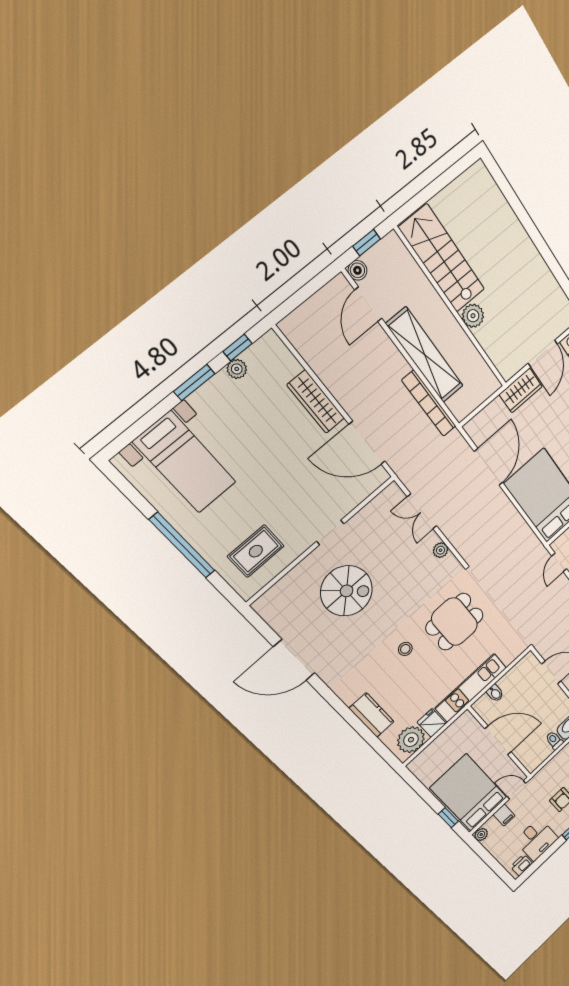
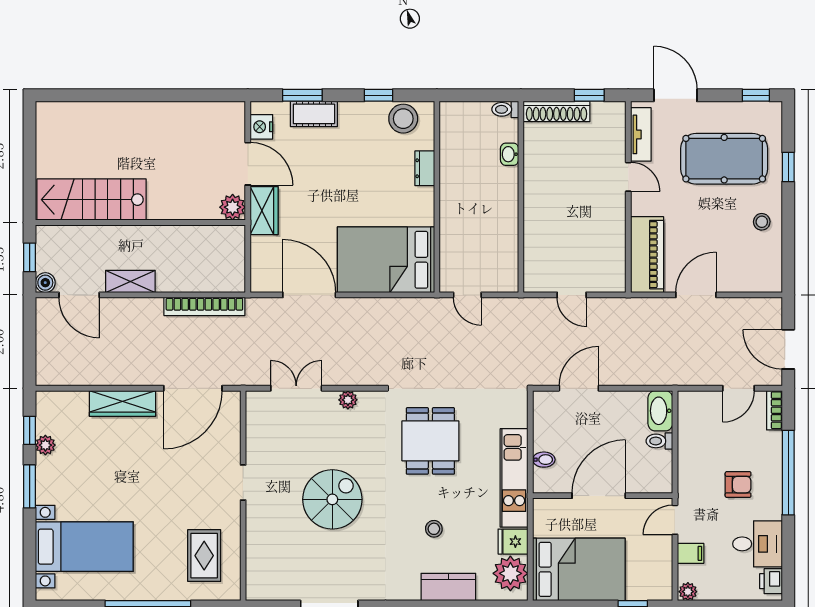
plant: (473, 316) -> (233, 207), moved
shelving: (425, 355) -> (130, 281), width x0.45, depth x0.75
double door: (422, 511) -> (296, 388), swing flipped
spiral stairs: (347, 591) -> (332, 499), moved
stool: (405, 649) -> (434, 529), moved
bed: (469, 793) -> (579, 569), moved, turned 180

